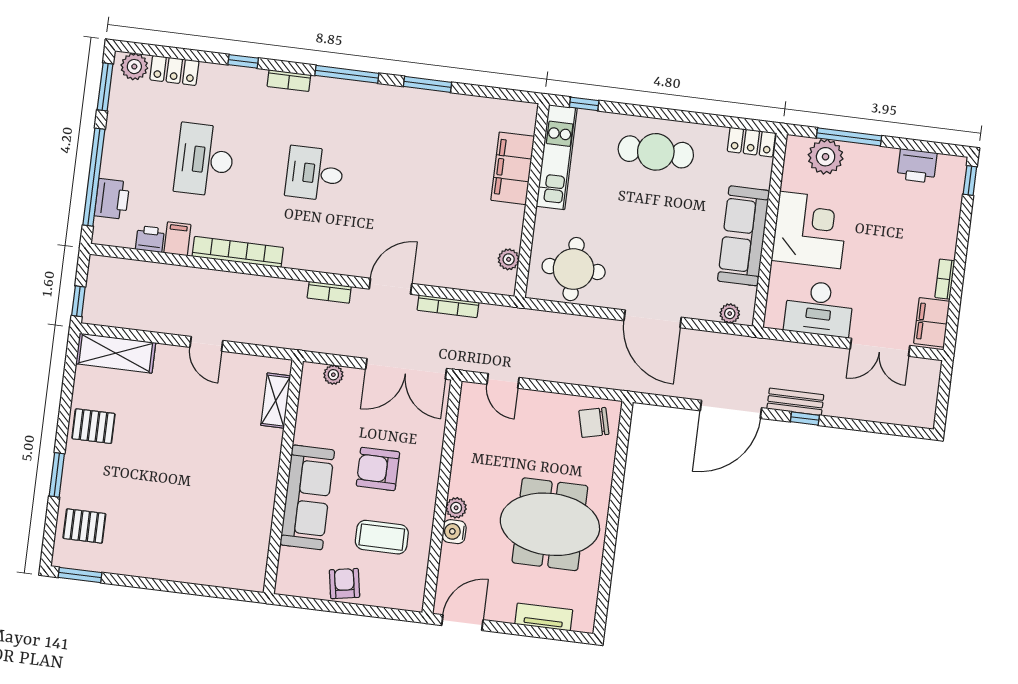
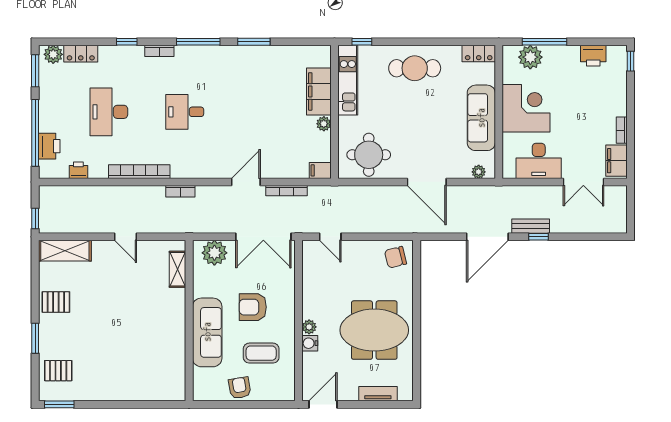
filing cabinet: (177, 239) -> (320, 170), moved, turned -90
plant: (509, 259) -> (324, 124), moved
bookcase: (329, 292) -> (180, 191), moved
plant: (333, 375) -> (214, 253), width x1.87, depth x1.87

